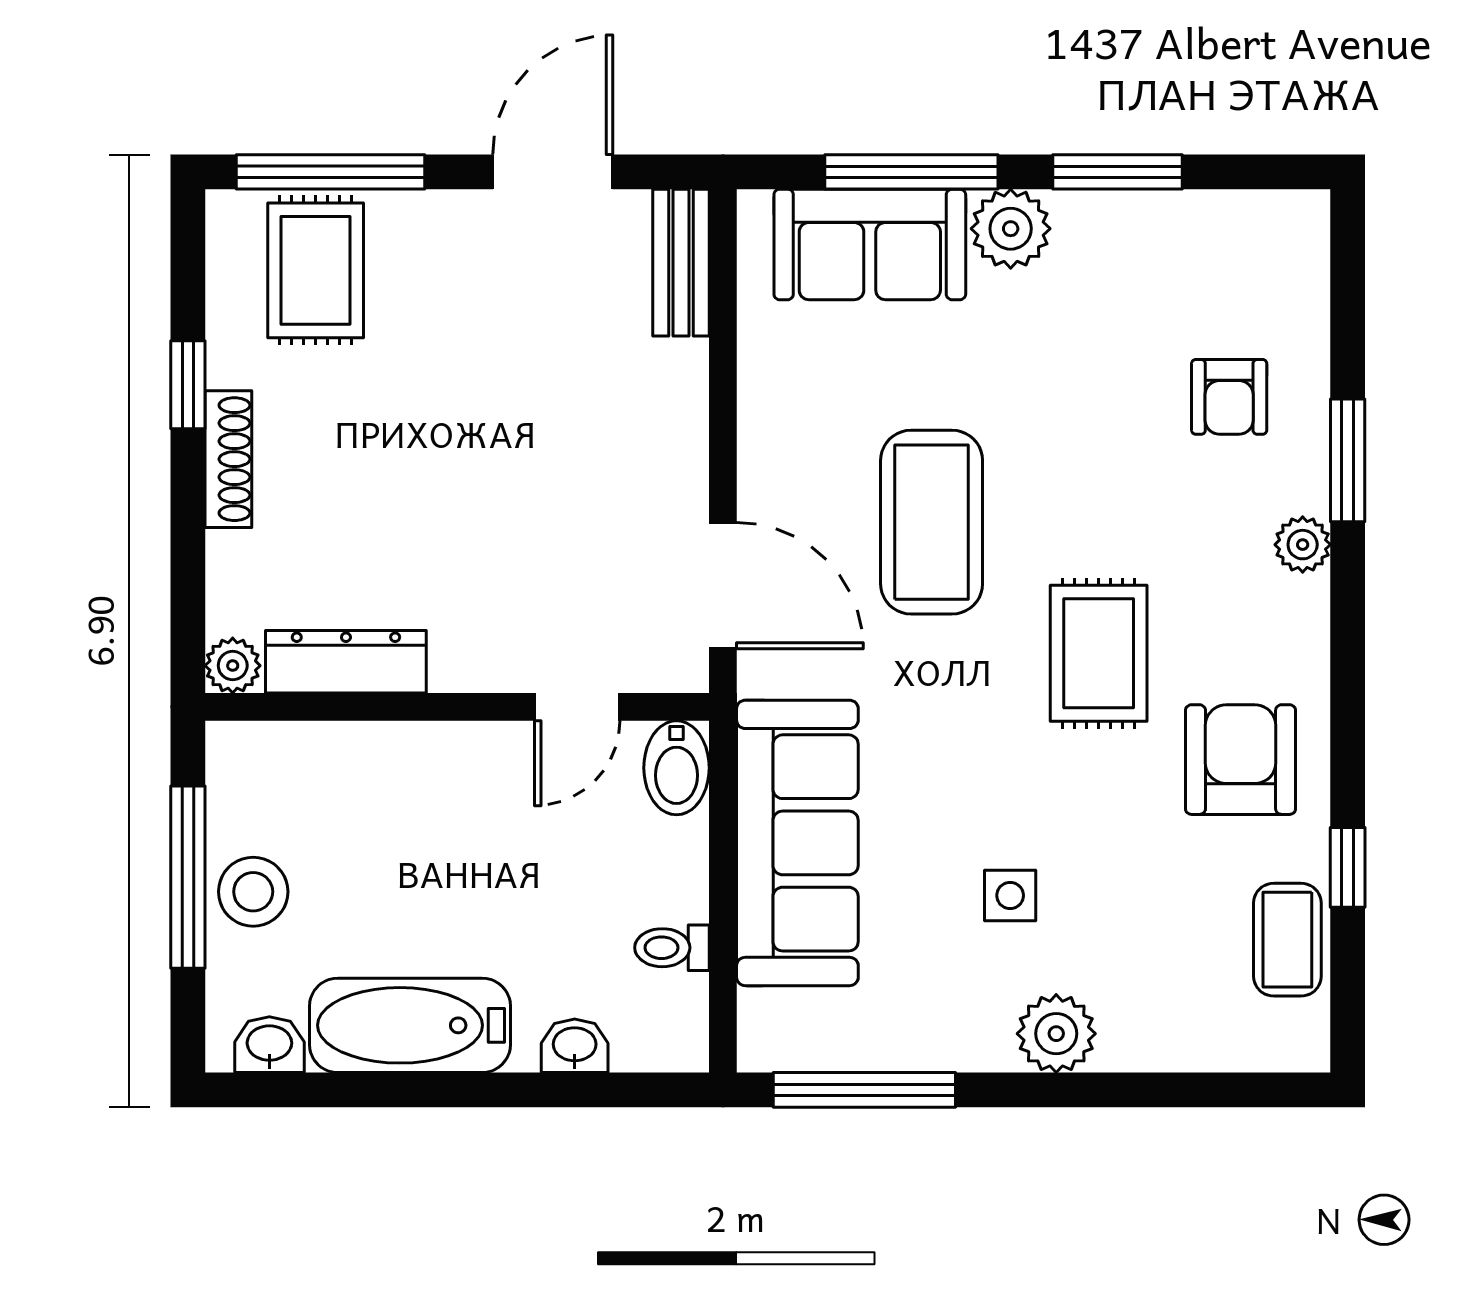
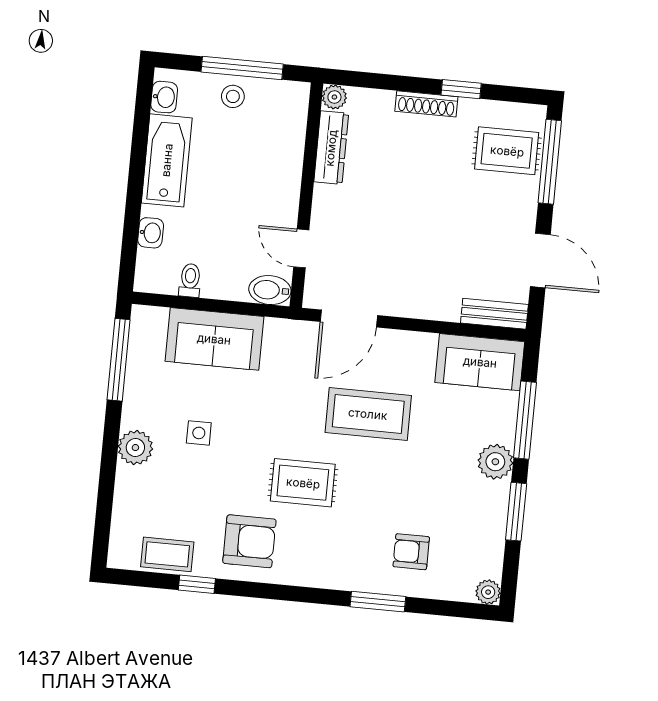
sofa: (870, 244) -> (480, 362), moved, turned -90
plant: (1303, 545) -> (488, 592), moved
sofa: (797, 843) -> (214, 339), width x0.73
stool: (253, 892) -> (233, 96), width x0.73, depth x0.73

